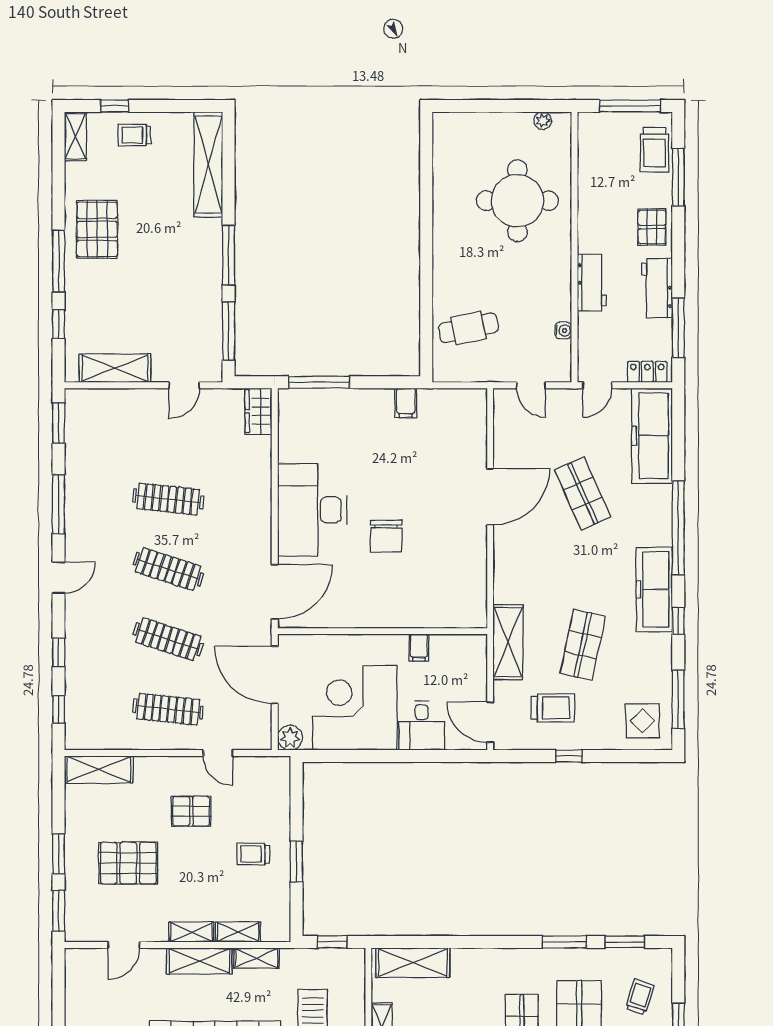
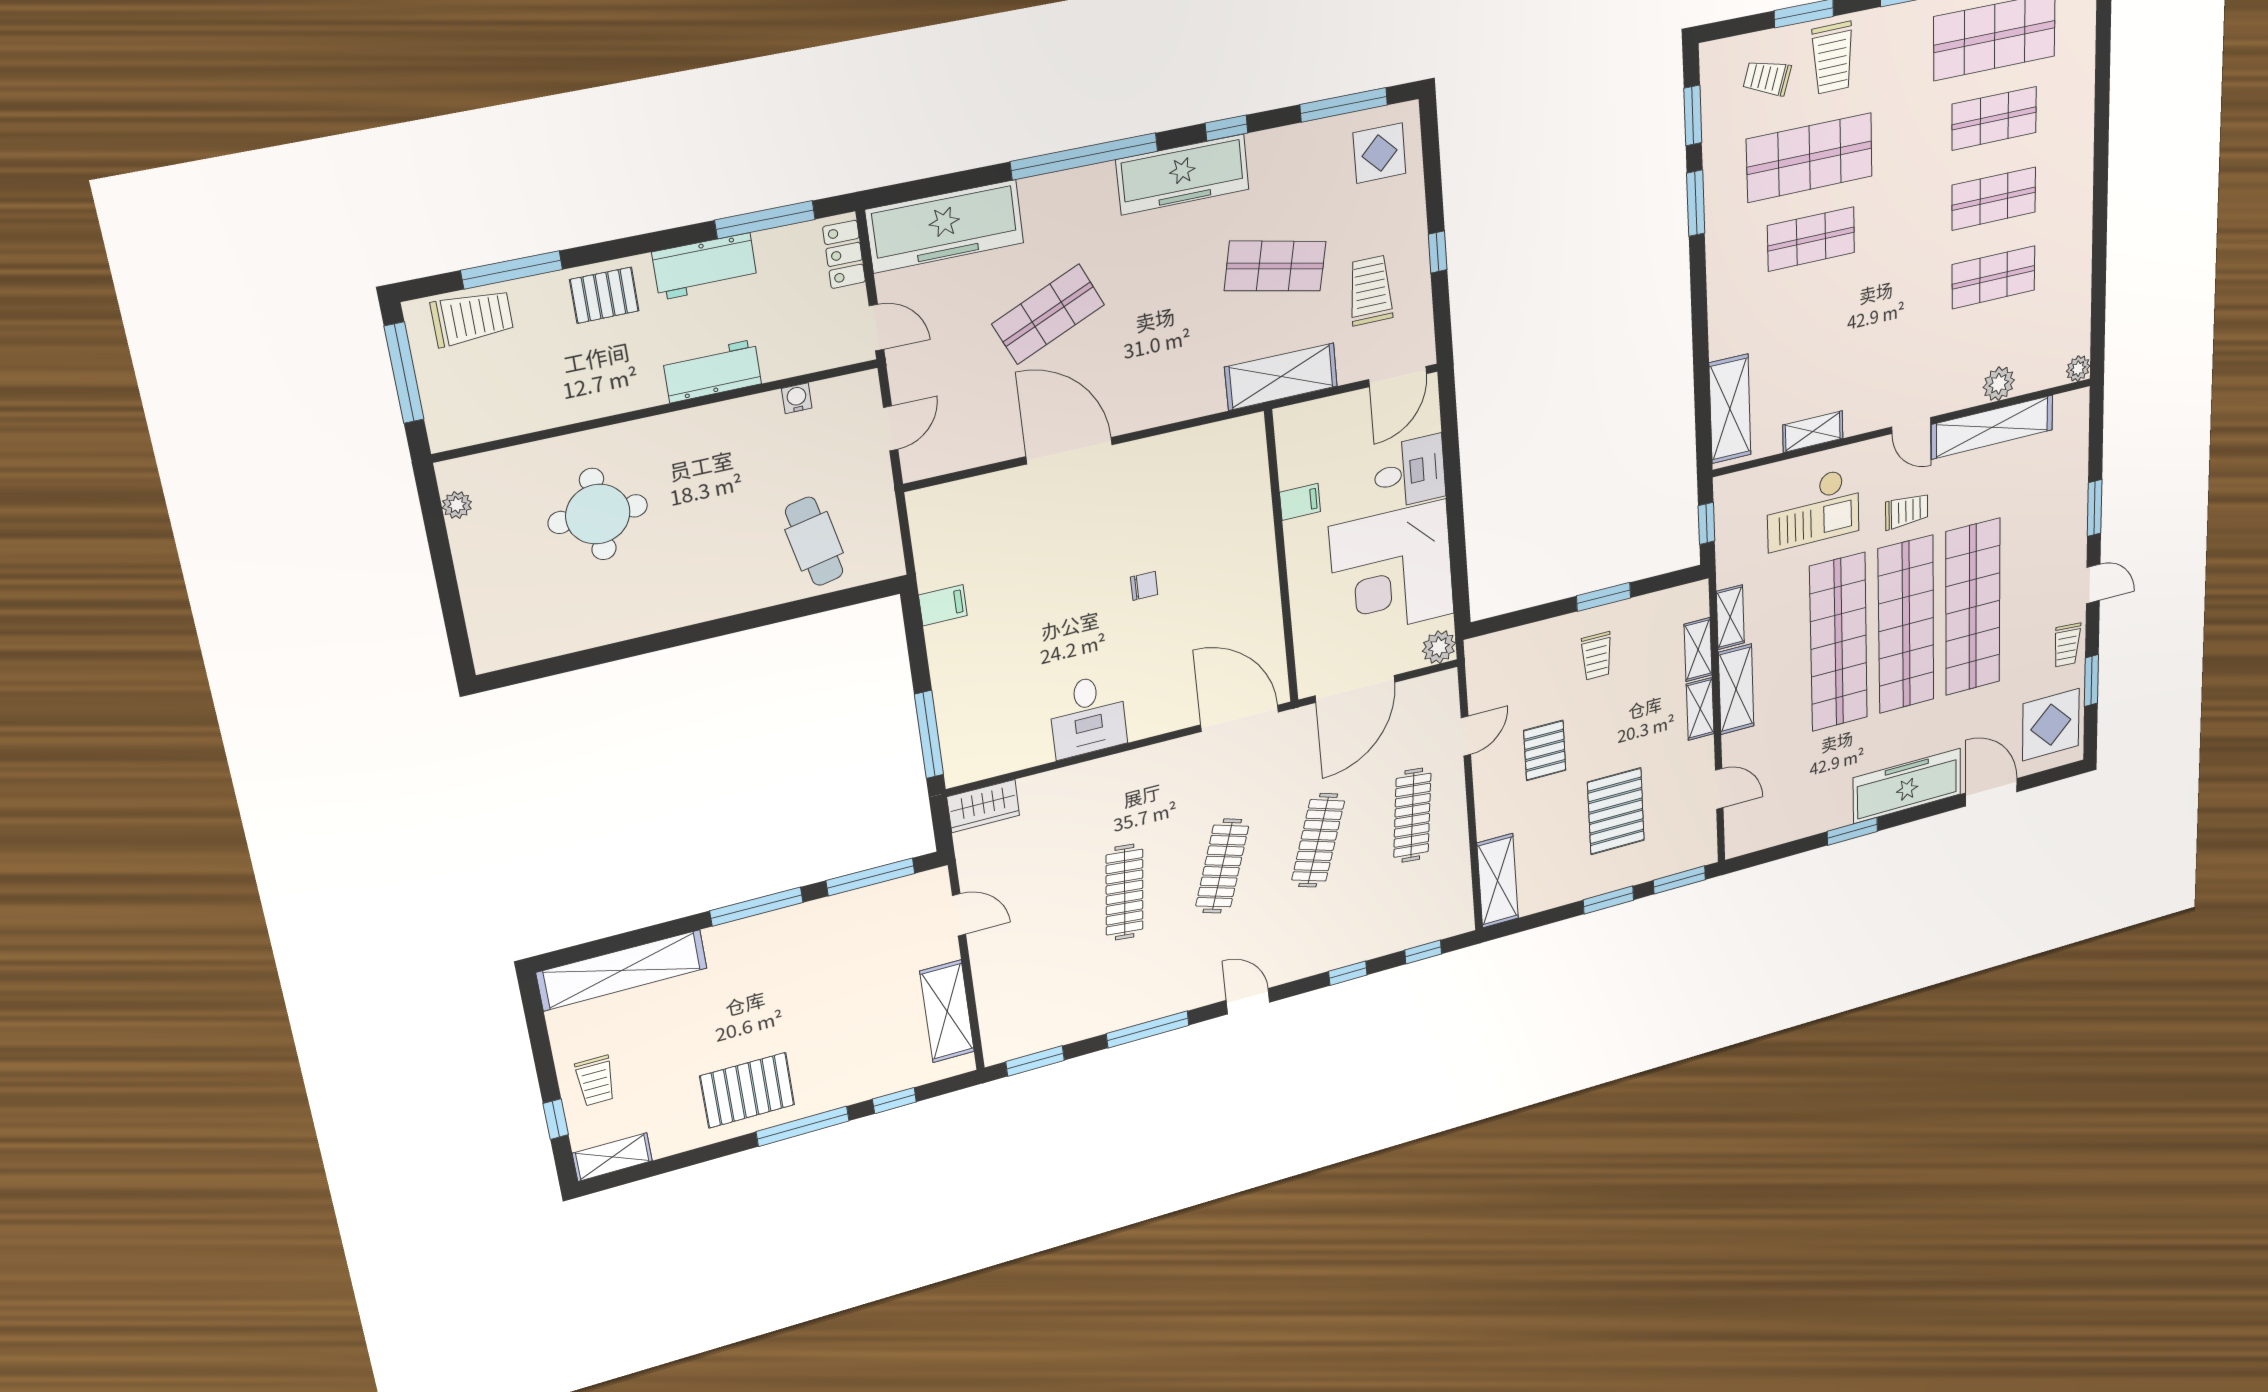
round table: (517, 201) -> (598, 514), width x0.73, depth x0.73
desk: (312, 510) -> (1088, 716), width x0.53, depth x0.77
chair: (386, 536) -> (1144, 586), width x0.54, depth x0.54

